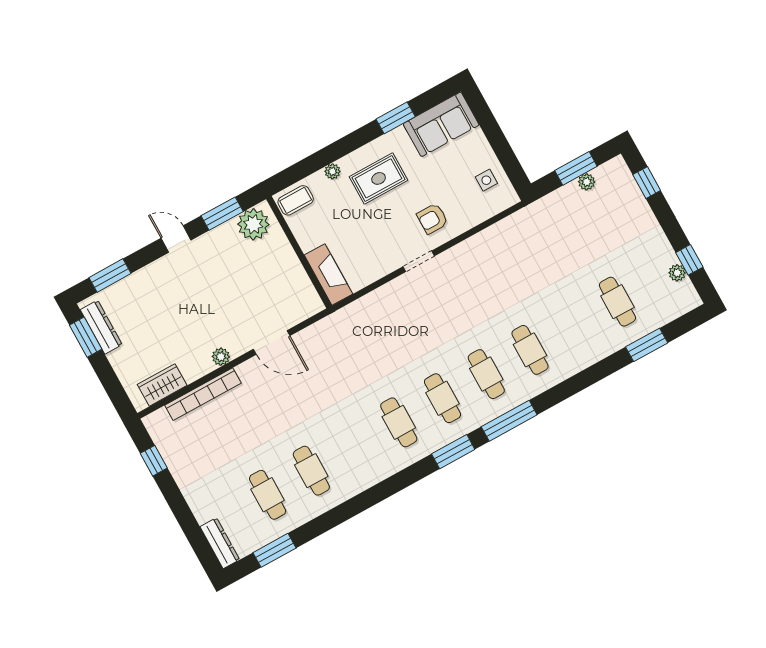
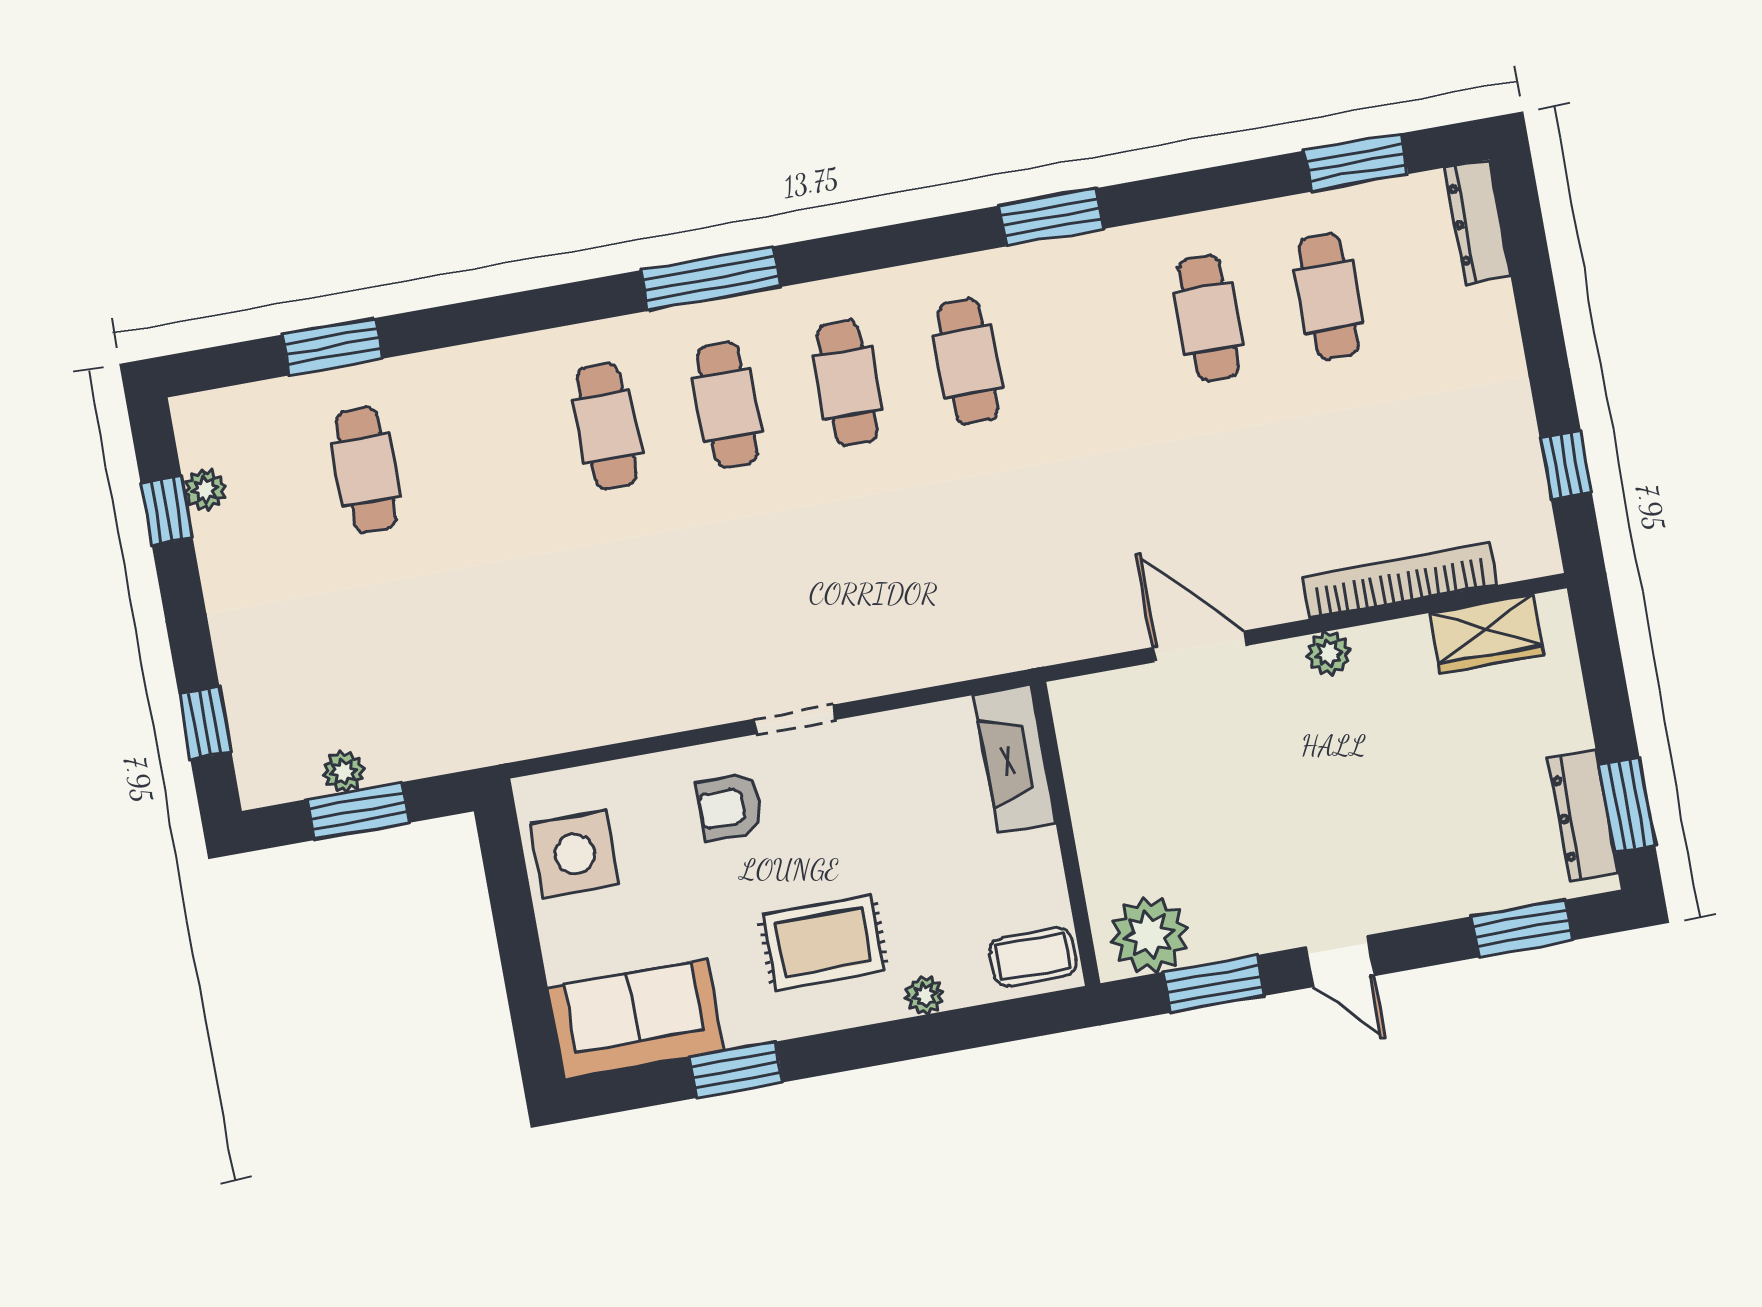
side table: (486, 180) -> (575, 854), width x1.87, depth x1.87
armchair: (432, 219) -> (730, 807), turned 180
window: (453, 452) -> (1051, 217), moved

